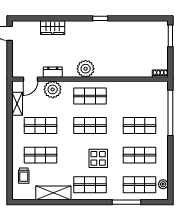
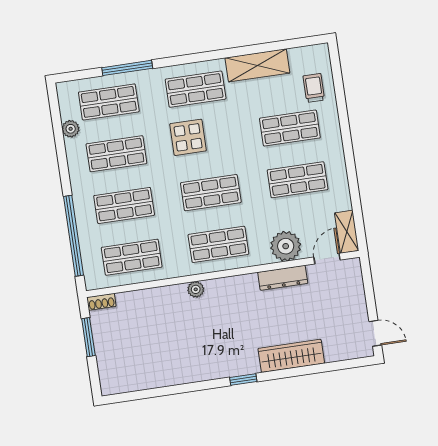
window: (100, 18) -> (243, 379), moved
wardrobe: (53, 28) -> (291, 356), width x1.50
window: (170, 36) -> (88, 337), moved
plant: (86, 69) -> (196, 289), moved, width x0.53, depth x0.53
dresser: (53, 72) -> (283, 278), width x1.44
shop shelf: (140, 96) -> (132, 257), added
shelving: (17, 104) -> (347, 232), moved
plant: (163, 184) -> (71, 129), moved

